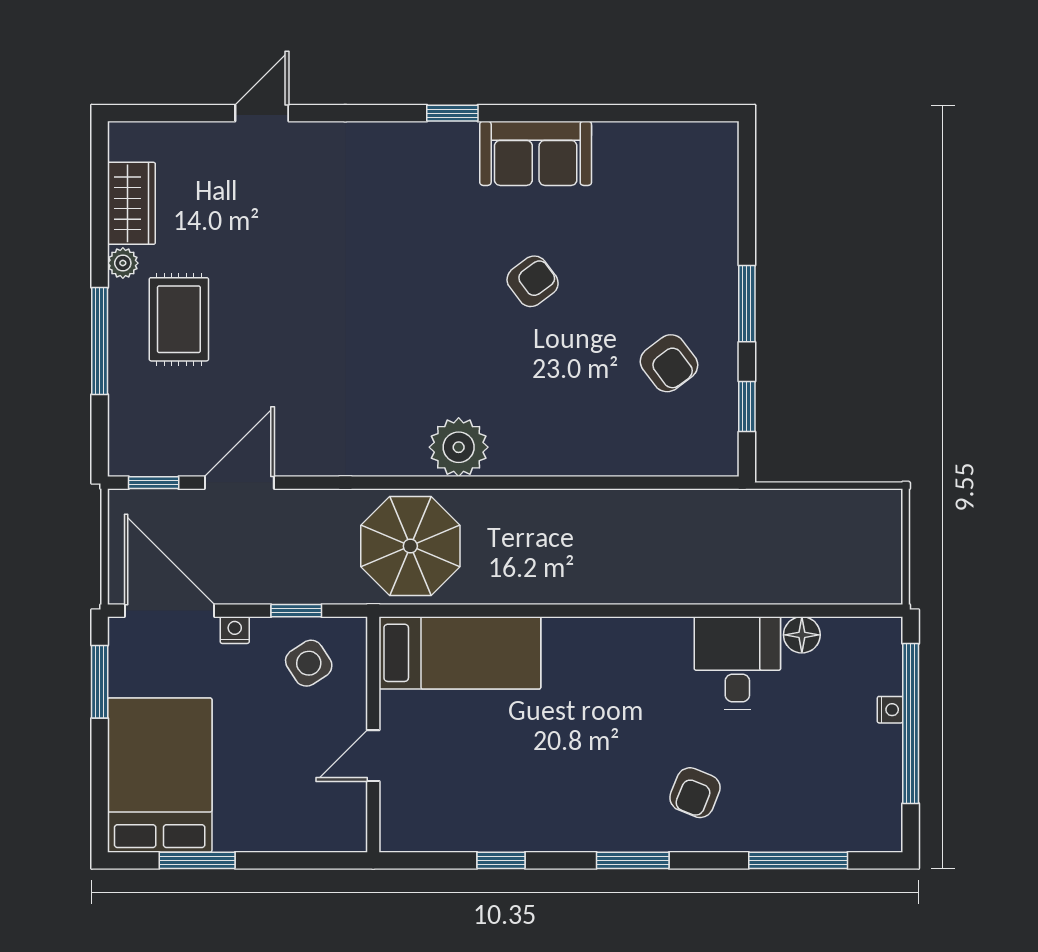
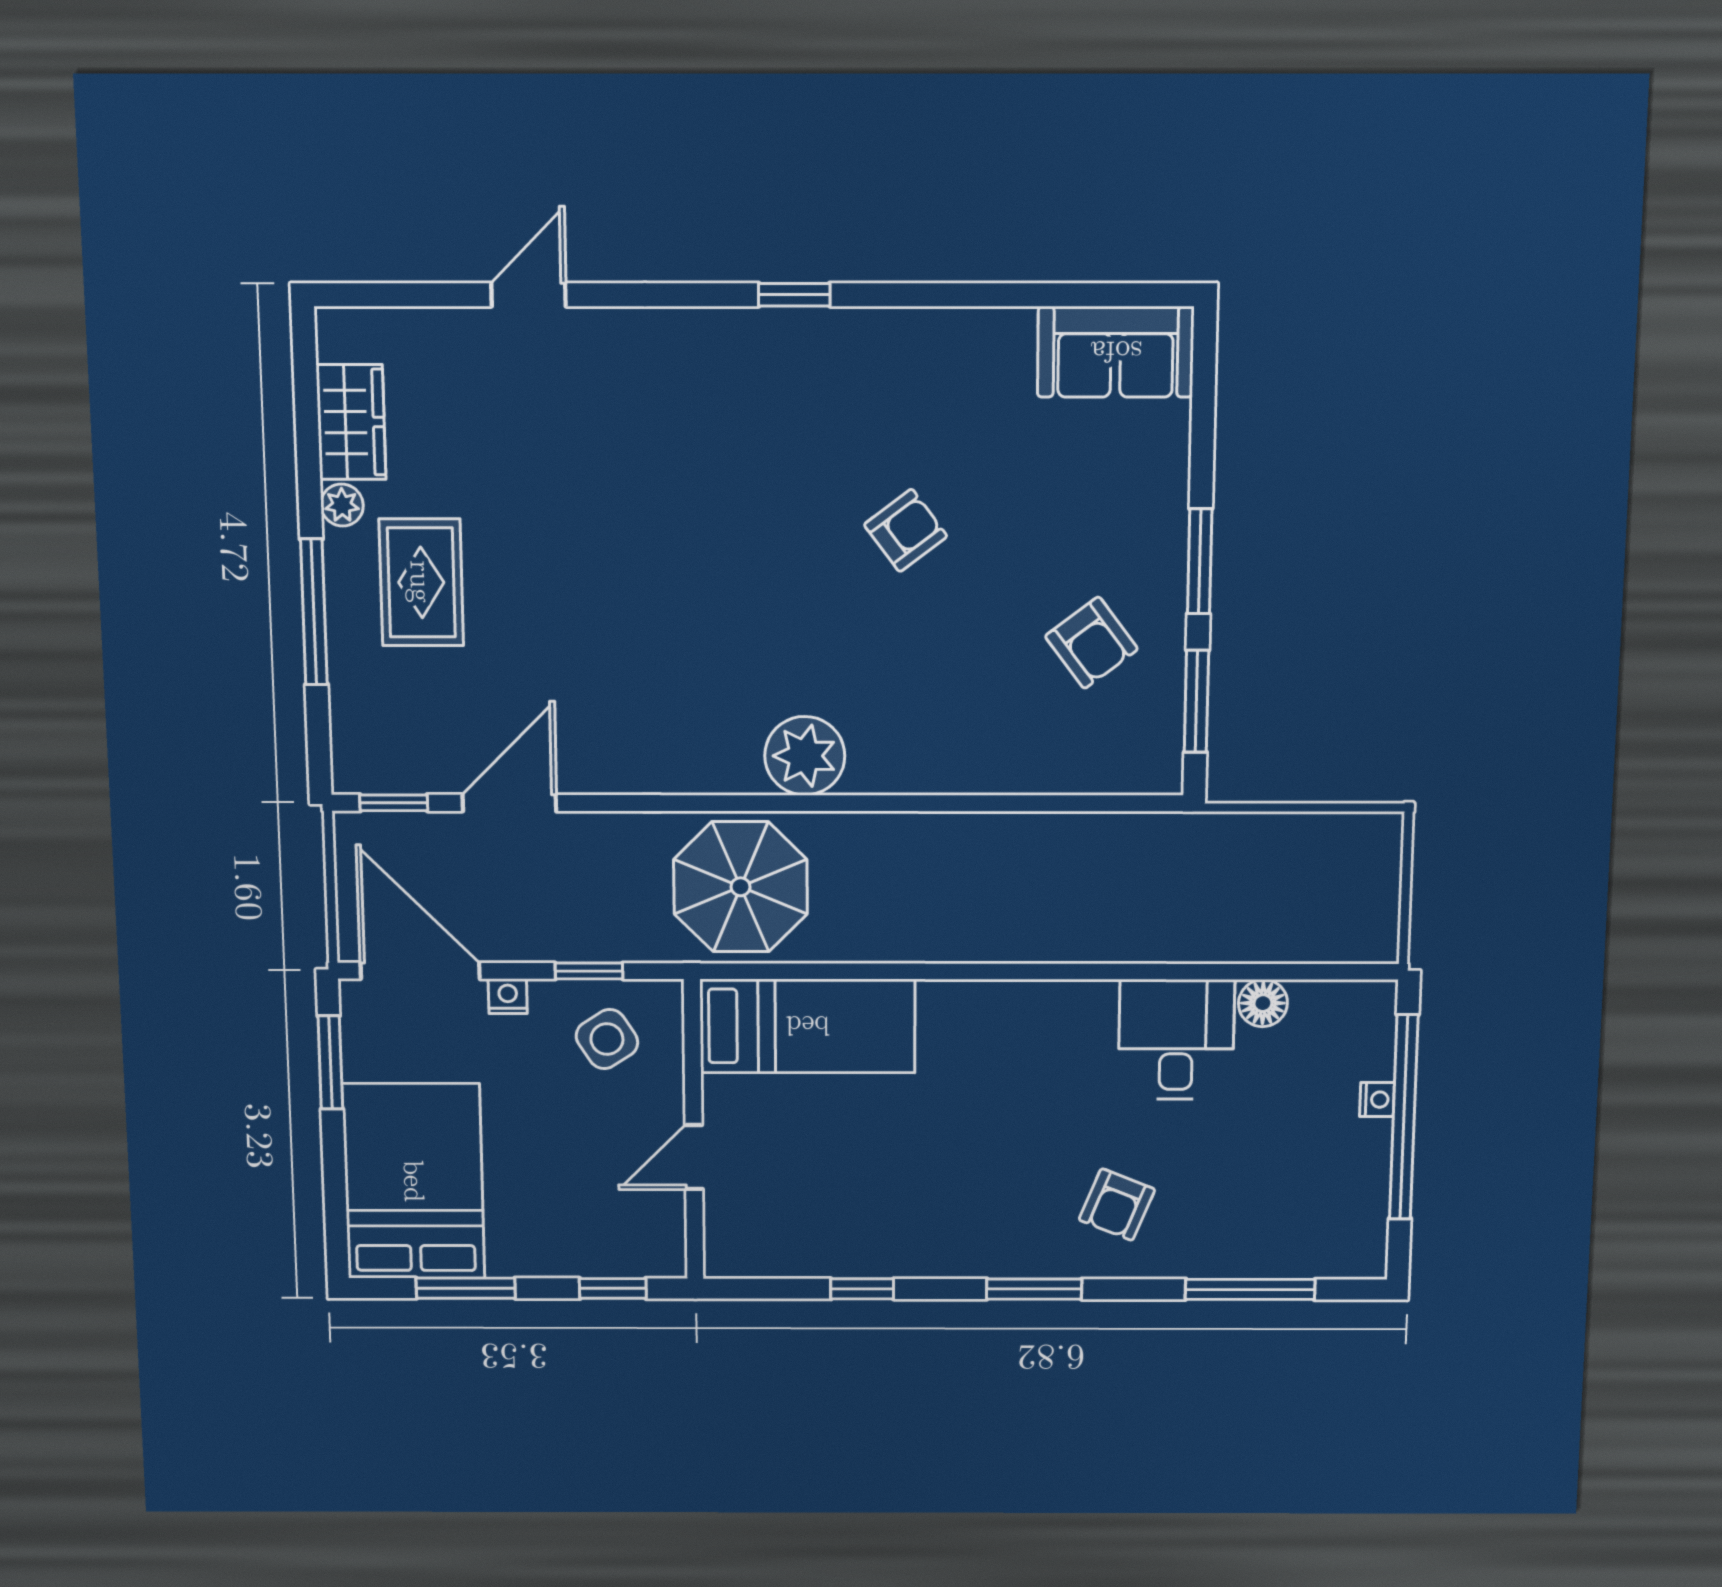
sofa: (536, 153) -> (1116, 352), moved
window: (747, 406) -> (1196, 701), width x1.50
window: (310, 860) -> (613, 1288), added

